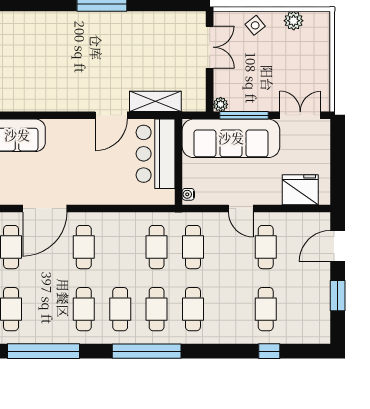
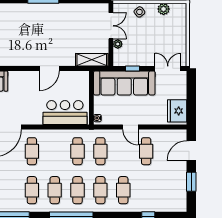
shelving: (155, 101) -> (92, 60), moved
plant: (221, 104) -> (118, 44), moved
window: (244, 115) -> (132, 68), width x0.46
bar counter: (156, 154) -> (65, 113), moved, turned 90
fridge: (300, 190) -> (177, 111), moved, turned -90
cafe table: (266, 309) -> (123, 190), moved

